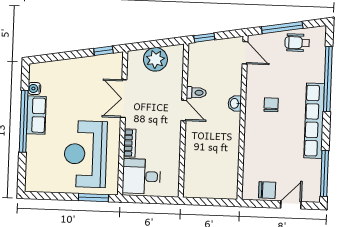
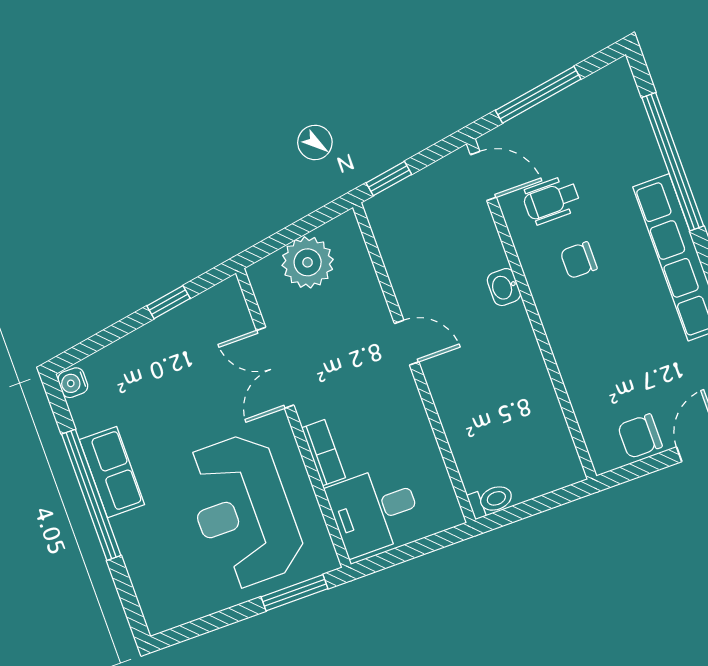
wheelchair: (297, 43) -> (551, 200), moved
window: (103, 51) -> (169, 302), moved
water cooler: (34, 88) -> (73, 383), moved
toilet: (196, 93) -> (491, 500), moved
chair: (271, 105) -> (579, 260), turned -90
chair: (267, 190) -> (640, 436), turned 180

